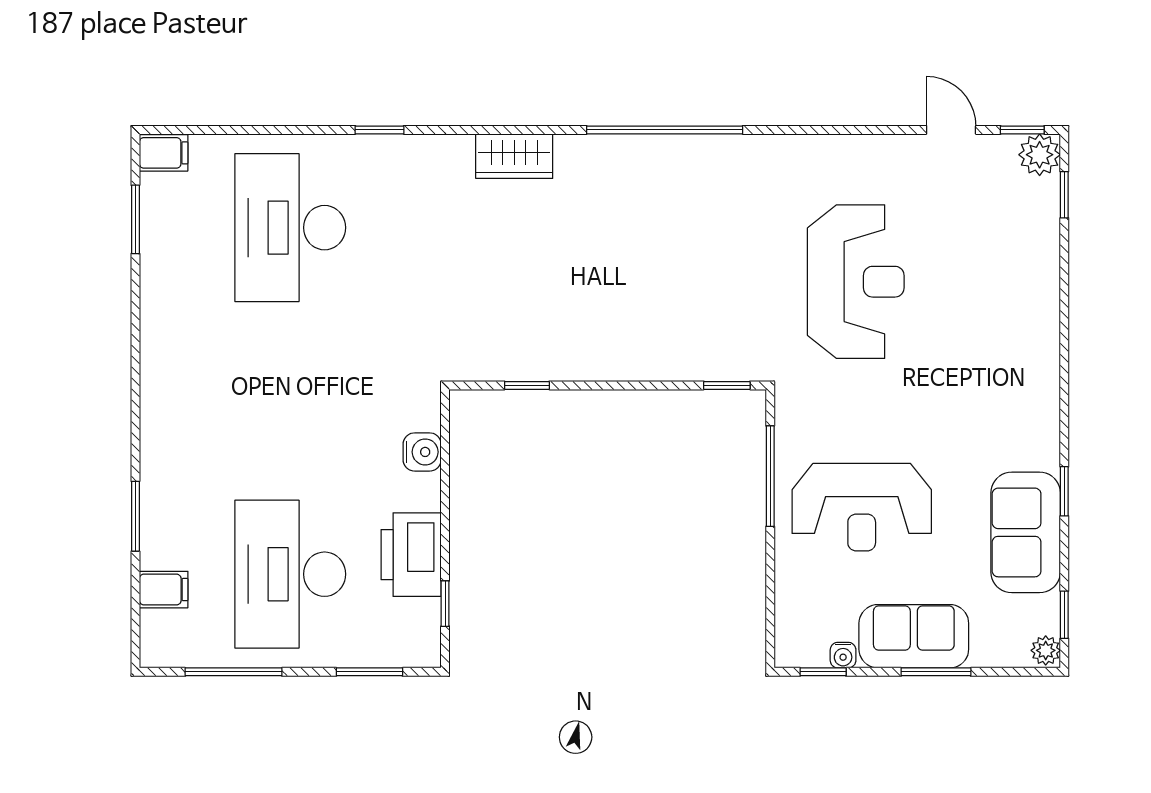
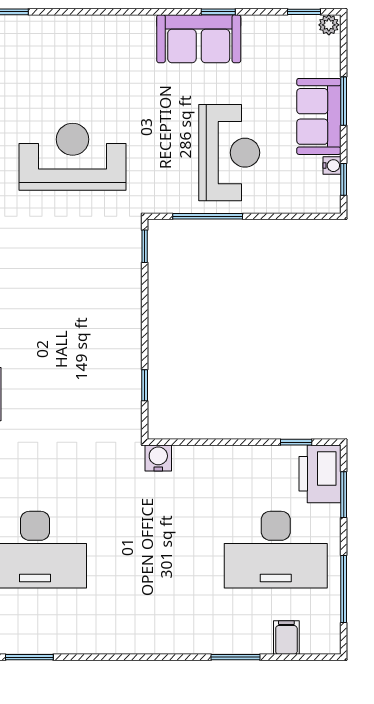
water cooler: (422, 452) -> (158, 458), moved
sofa: (1026, 532) -> (199, 39), moved
printer: (411, 555) -> (320, 474), moved, turned 90

